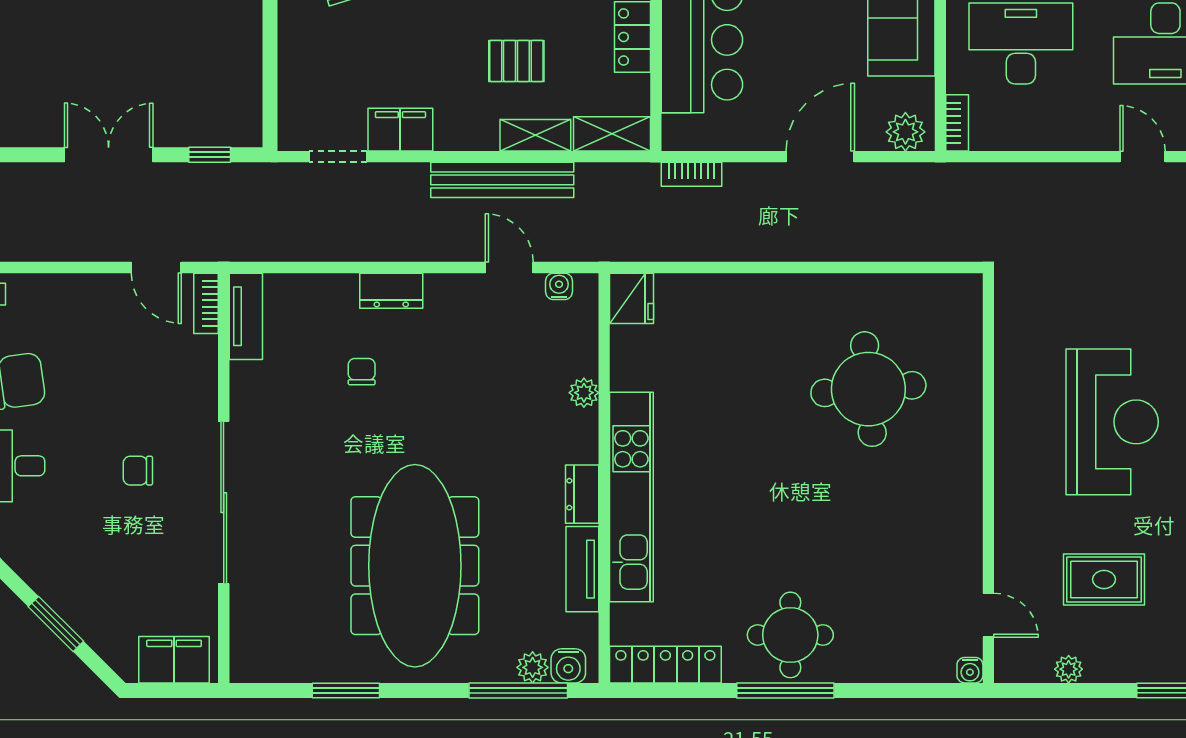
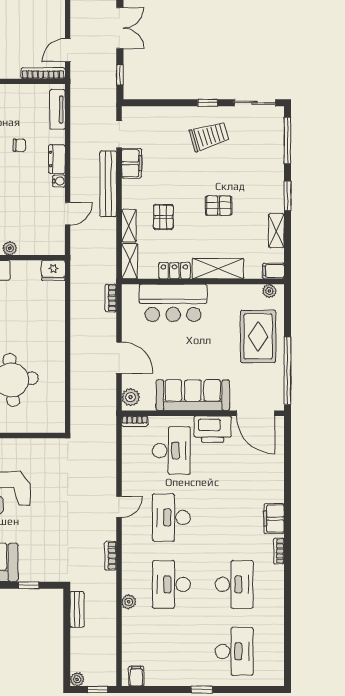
bench: (502, 180) -> (108, 184), moved
water cooler: (559, 286) -> (59, 181), moved
bookcase: (206, 303) -> (43, 73), width x1.56
tv unit: (246, 316) -> (57, 109), moved, turned 90

